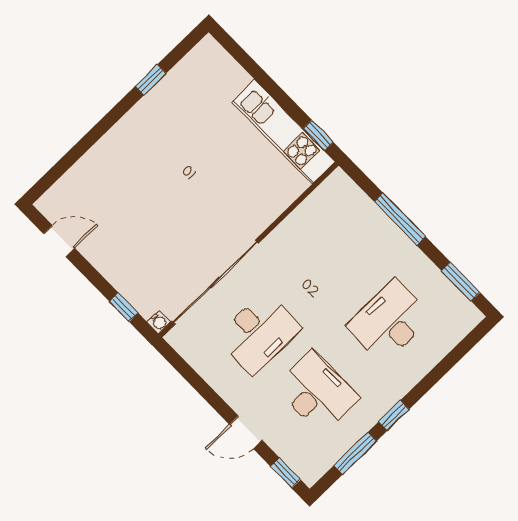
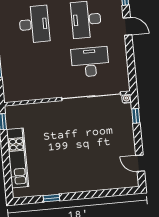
kitchen unit: (283, 132) -> (18, 158), moved
desk: (389, 321) -> (34, 24), turned -90

